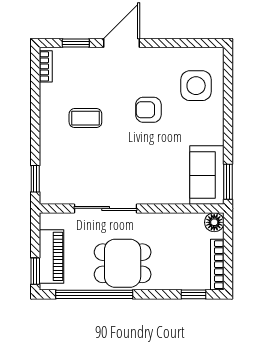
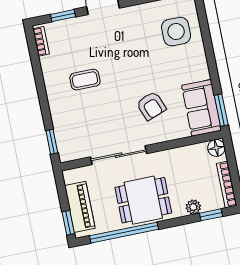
armchair: (148, 110) -> (151, 106), moved, turned -111
plant: (176, 282) -> (193, 207), added

